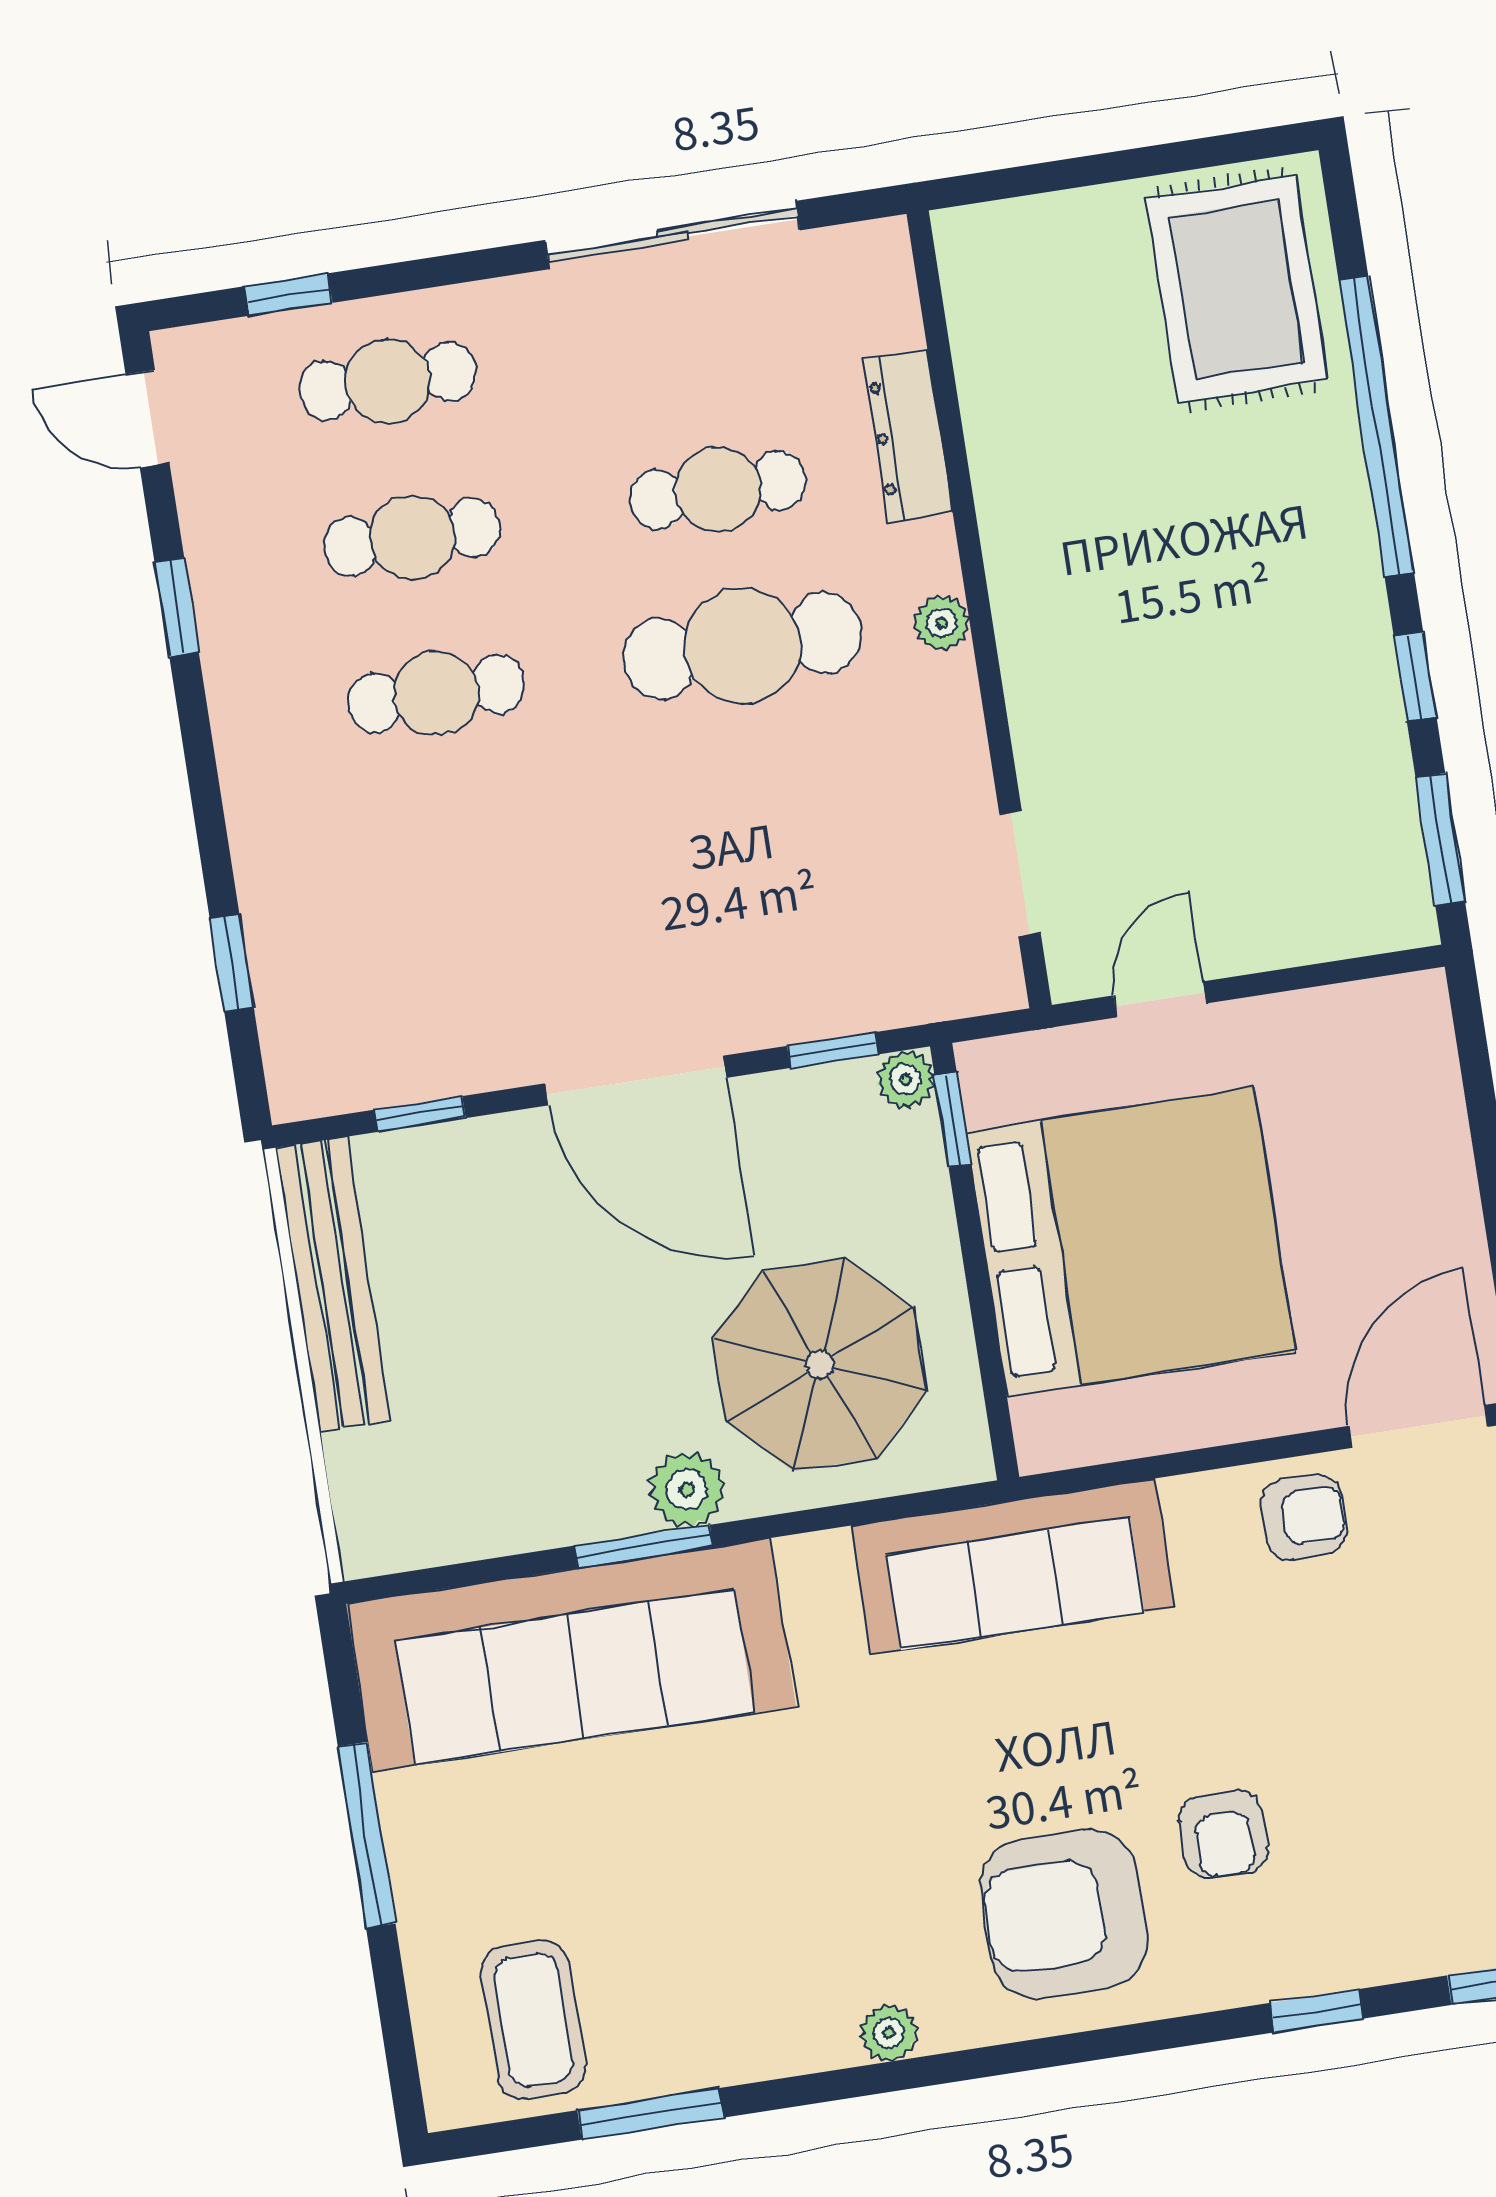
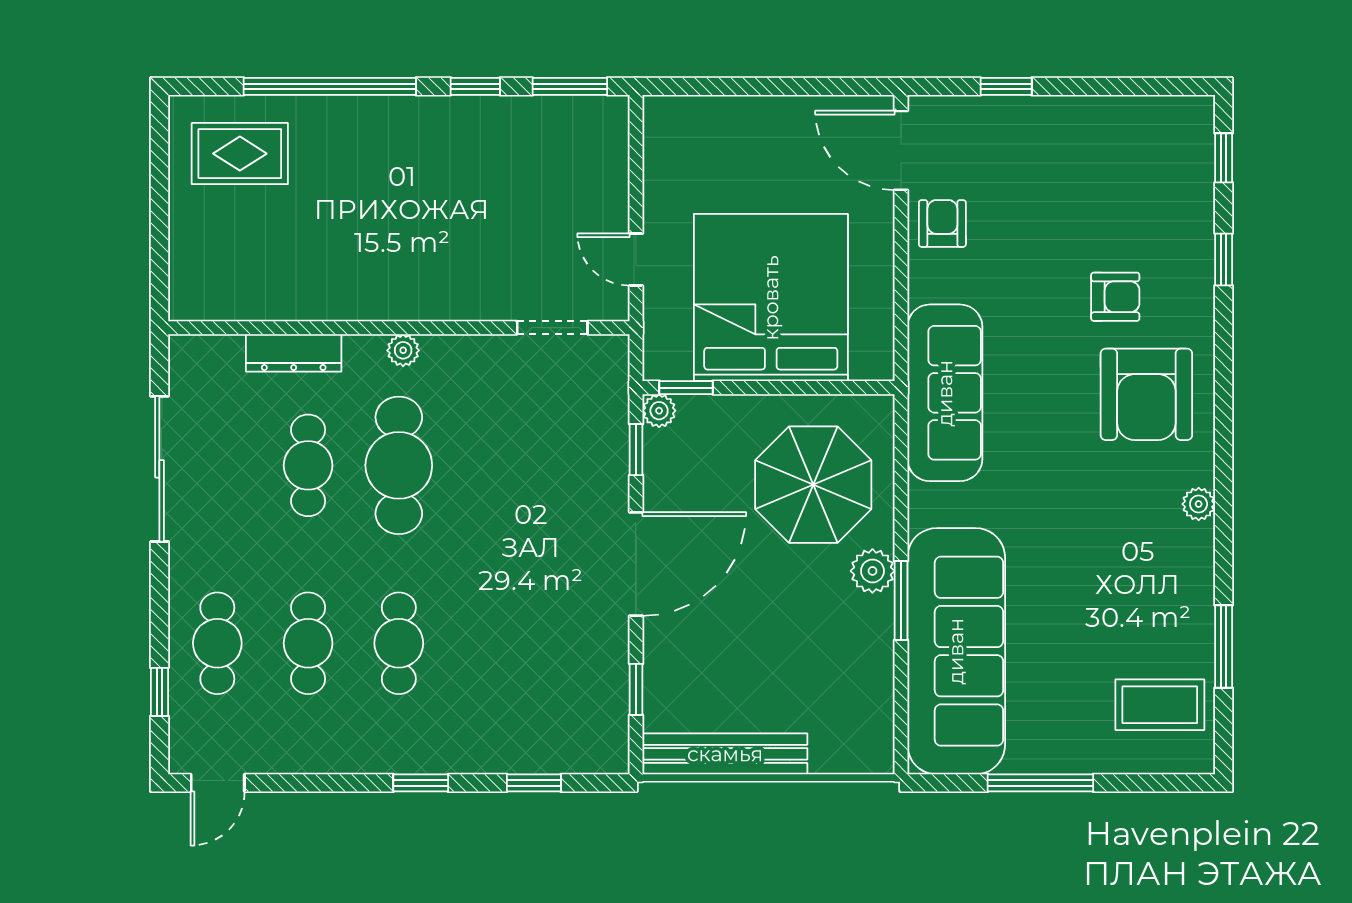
rug: (1237, 289) -> (240, 154), width x0.73, depth x0.70
window: (177, 607) -> (421, 783), moved

